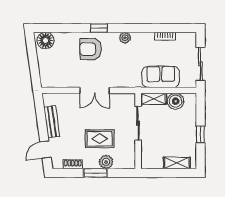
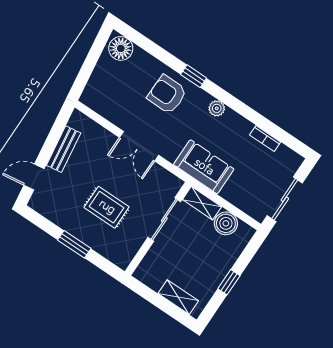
sofa: (161, 77) -> (204, 167), moved
plant: (106, 162) -> (96, 240), removed
shoe rack: (73, 164) -> (54, 216), removed

